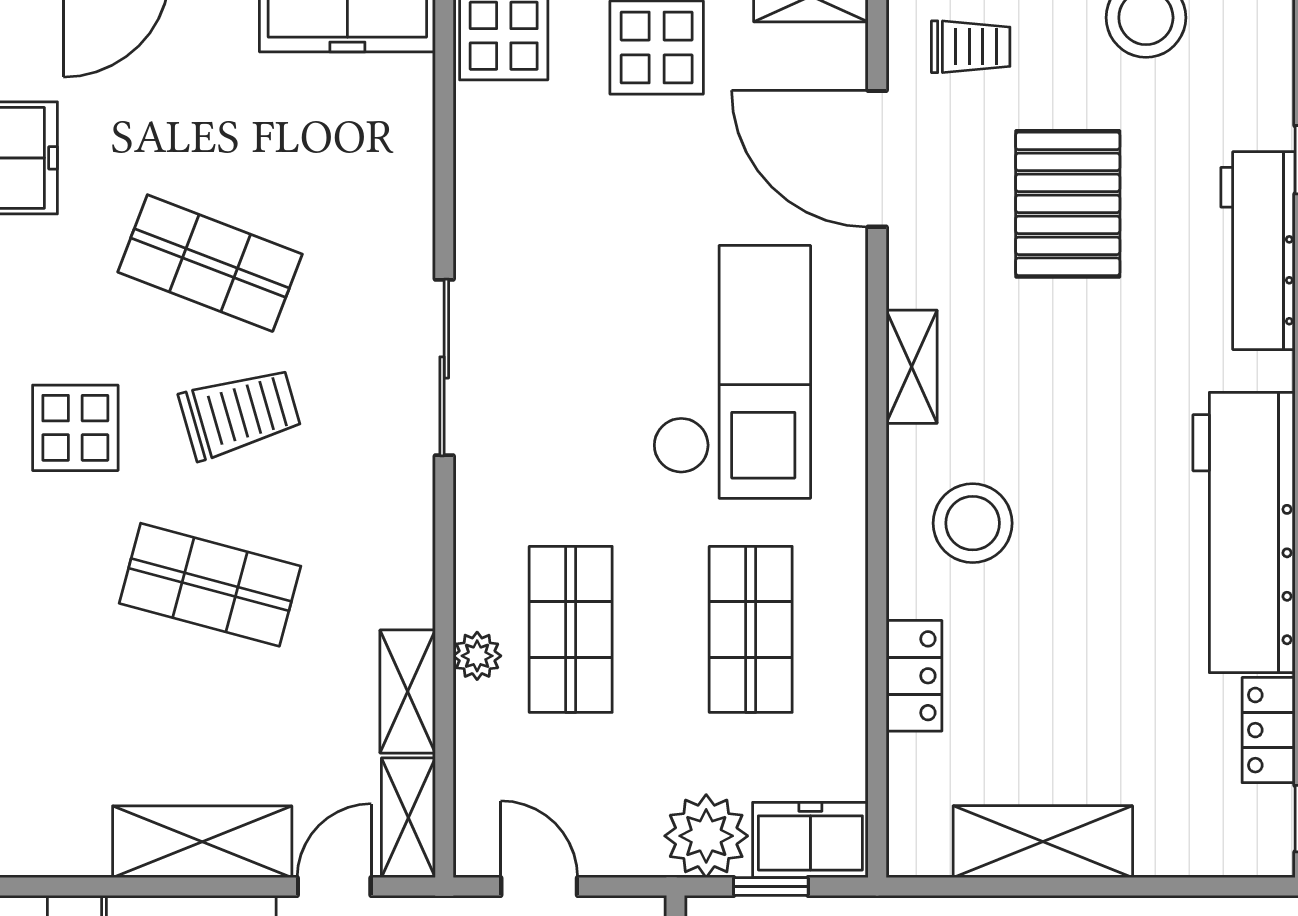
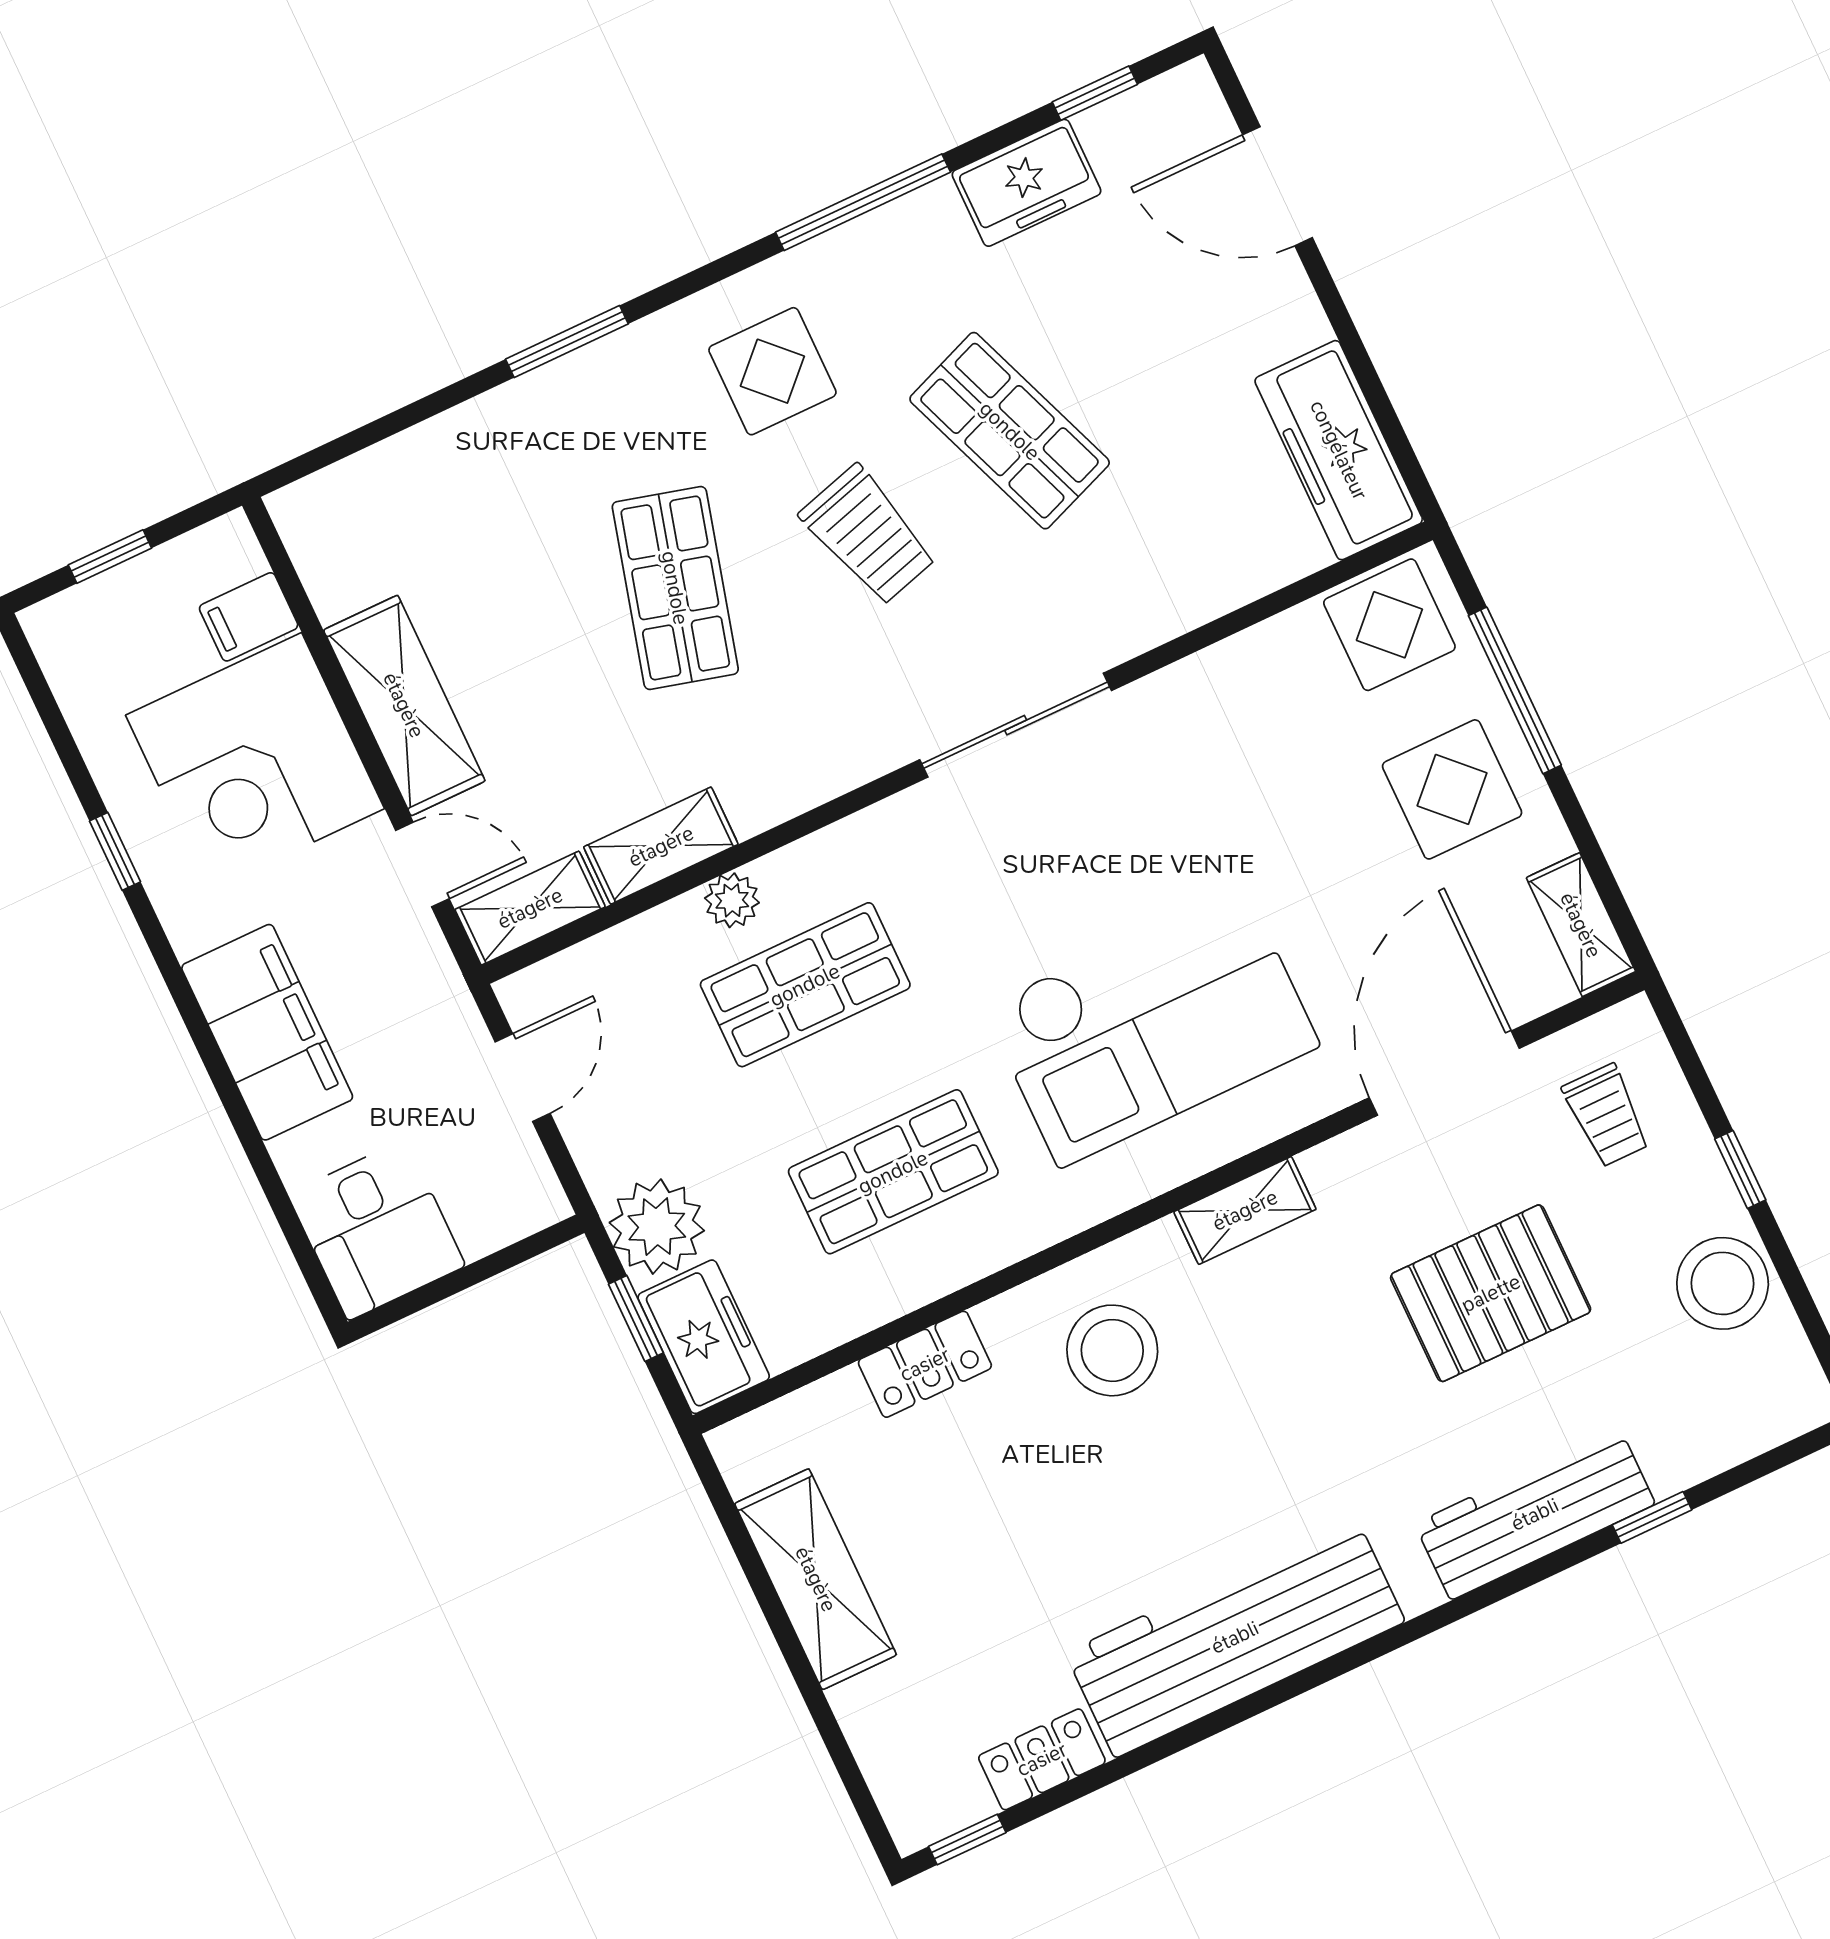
shop shelf: (210, 263) -> (1010, 431), turned -42

